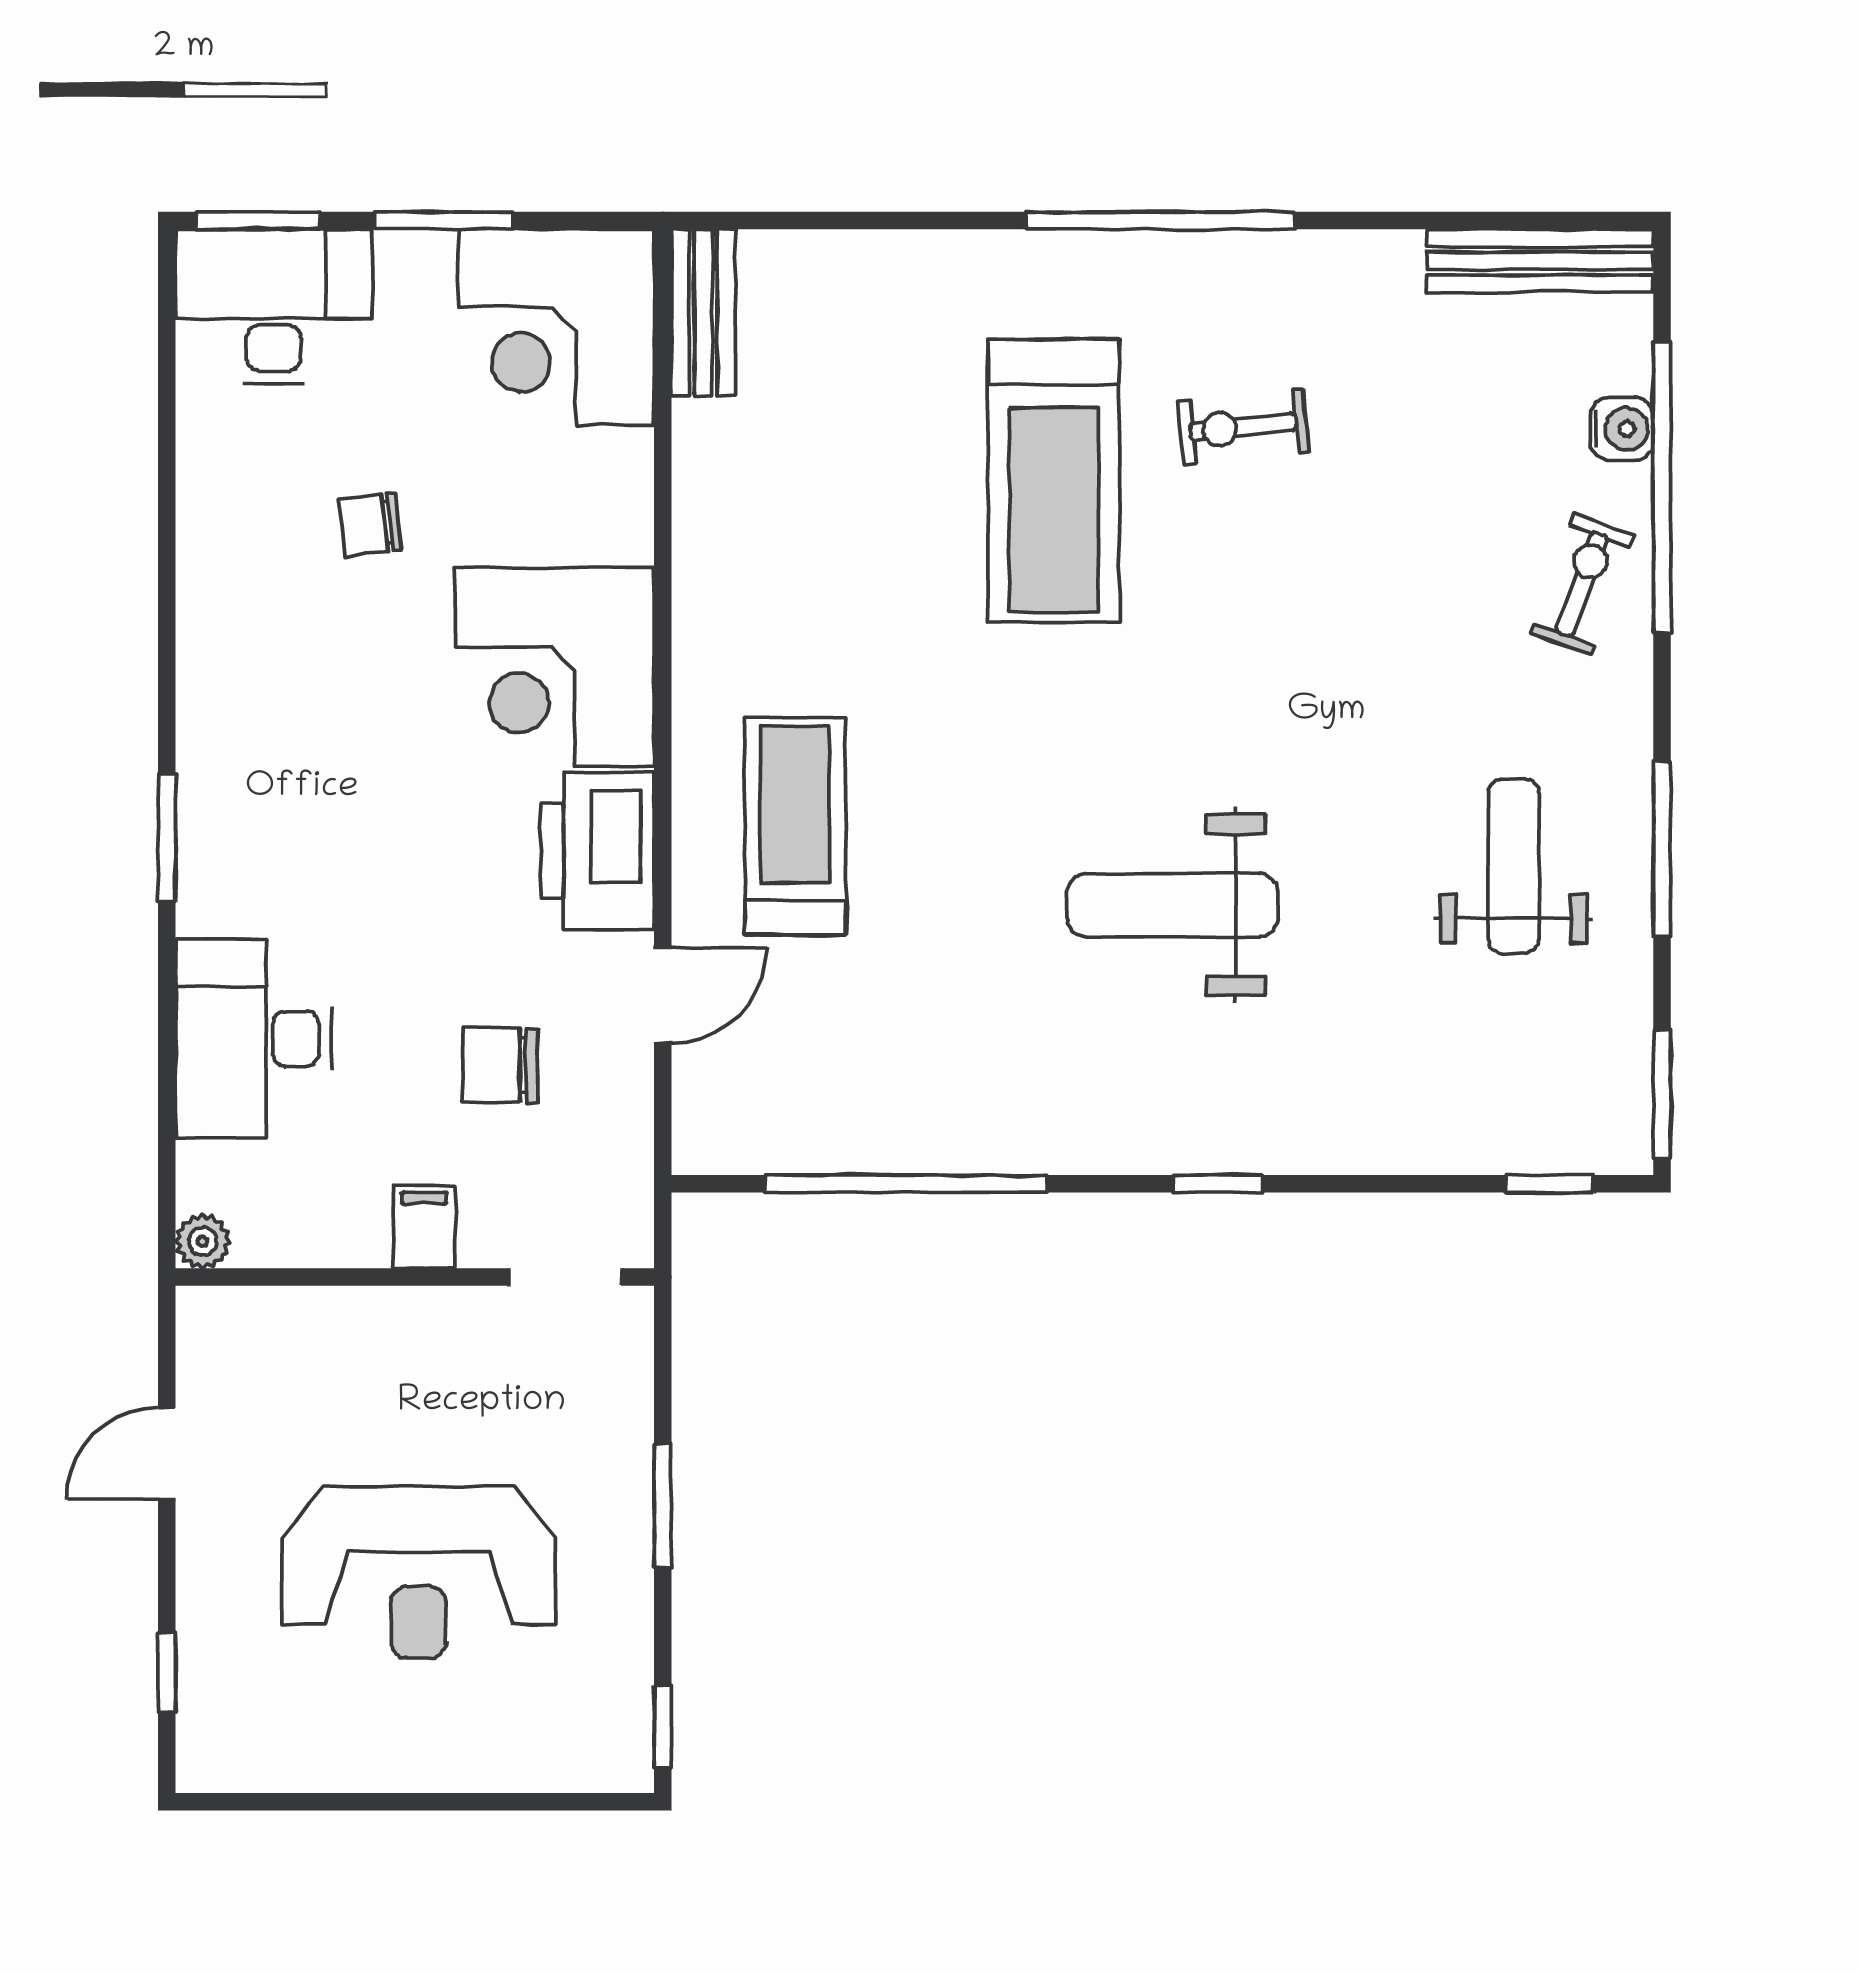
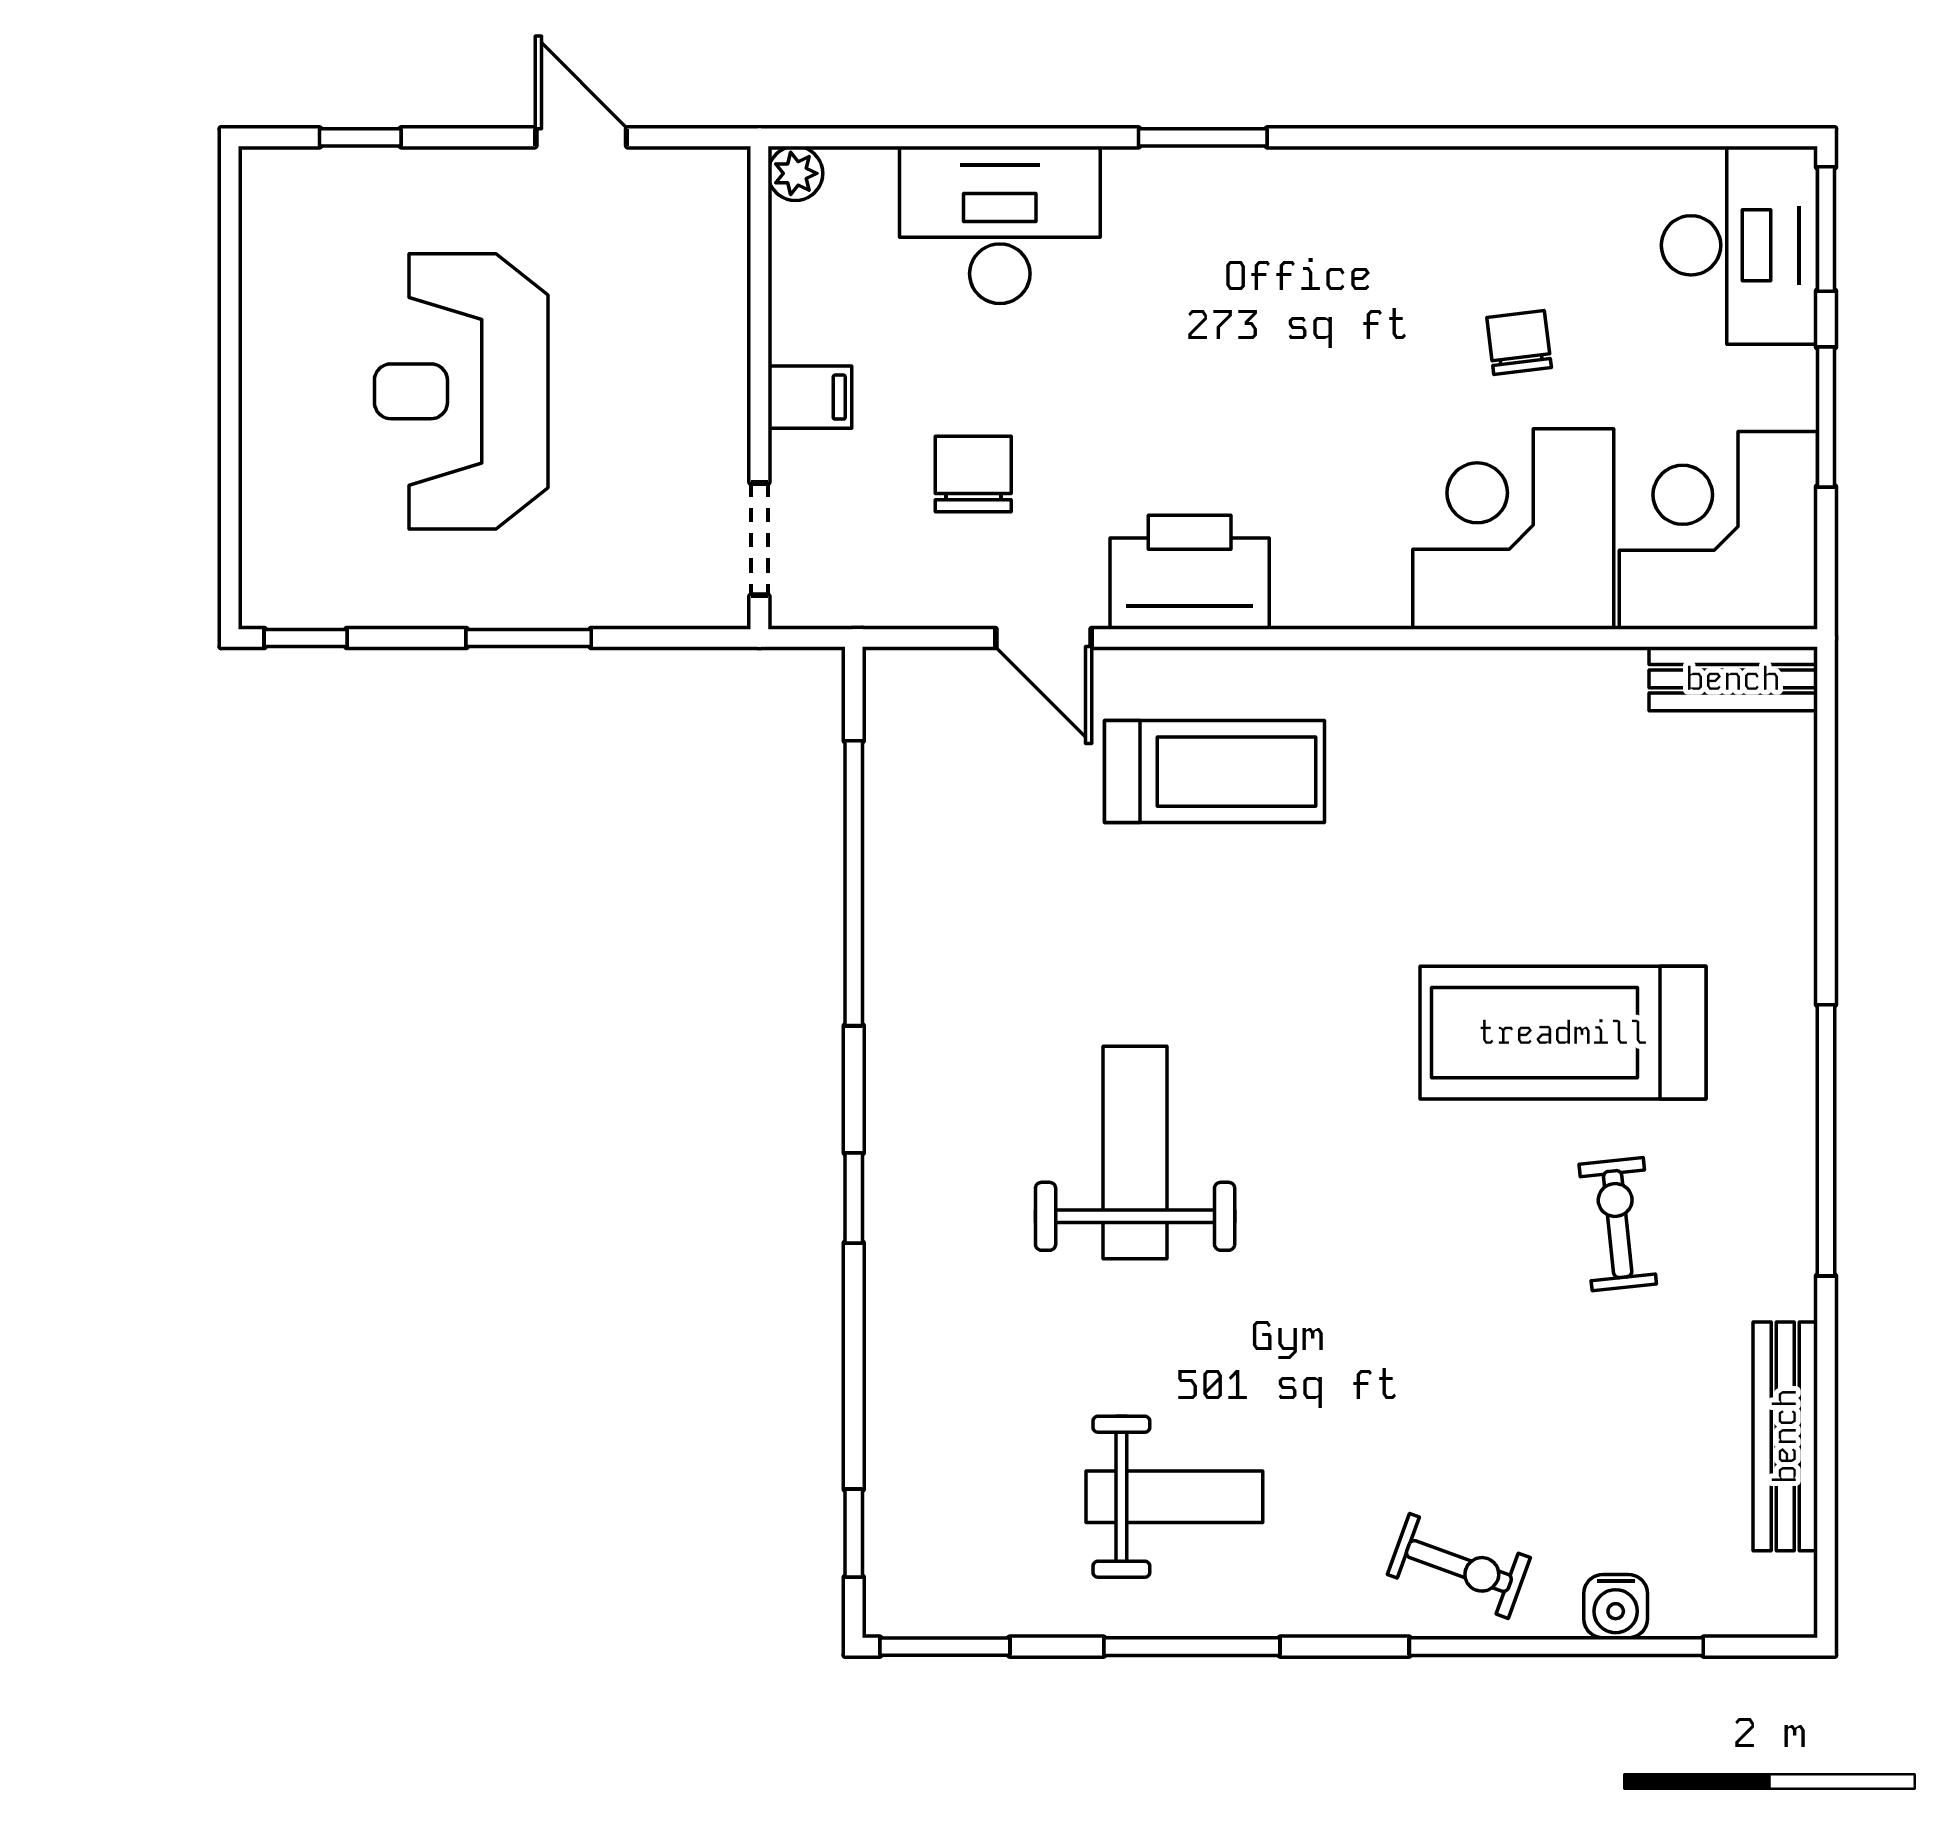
bench: (1540, 261) -> (1785, 1436), moved
corner desk: (555, 667) -> (1513, 529), moved

